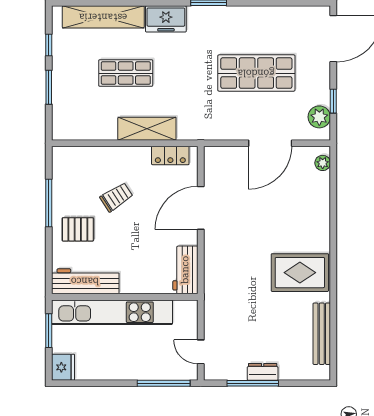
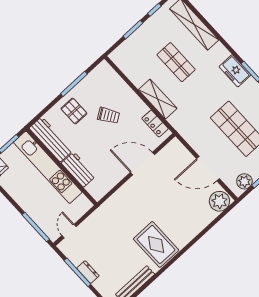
freezer: (166, 19) -> (235, 71), moved
plant: (323, 163) -> (219, 201), width x1.87, depth x1.87
workbench: (185, 270) -> (79, 170), moved, turned 90

